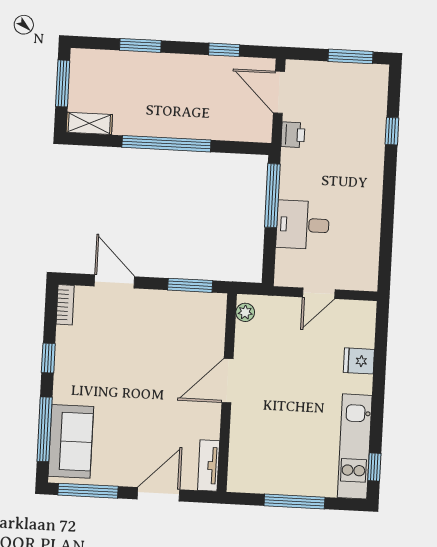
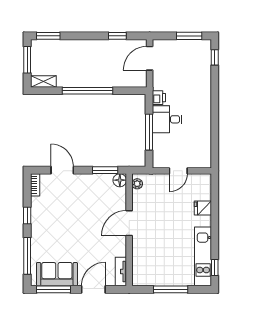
window: (140, 45) -> (48, 36), moved
door: (279, 92) -> (150, 58), hinge flipped
window: (392, 131) -> (215, 57), moved
printer: (293, 135) -> (159, 98), moved
window: (272, 196) -> (149, 132), moved
desk: (303, 225) -> (167, 119), moved
floor lamp: (215, 304) -> (120, 180), added
sofa: (71, 441) -> (57, 274), moved, turned -90

